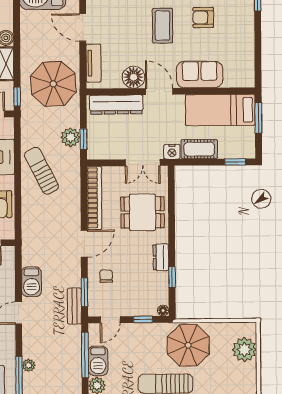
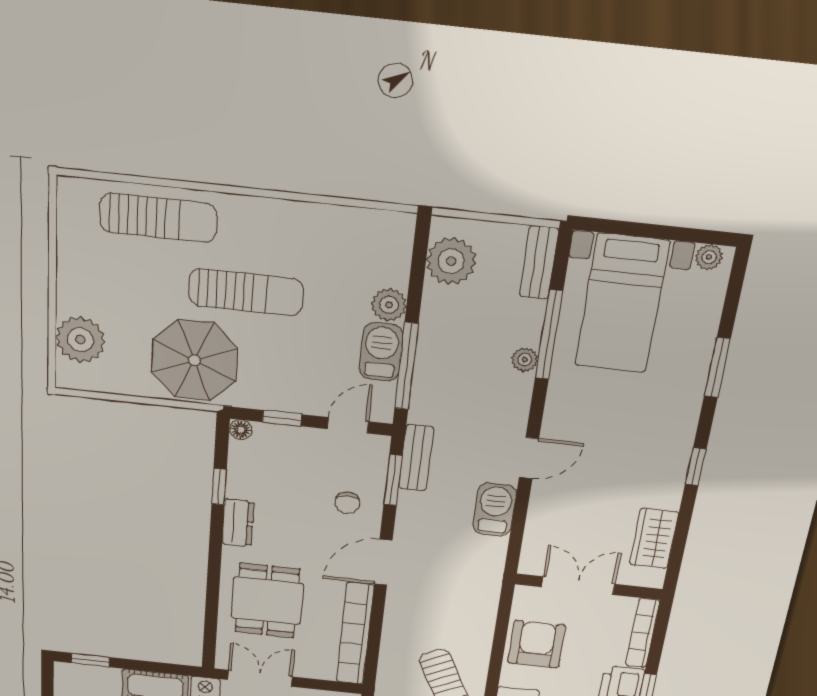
dining table: (142, 212) -> (267, 601), turned 90

